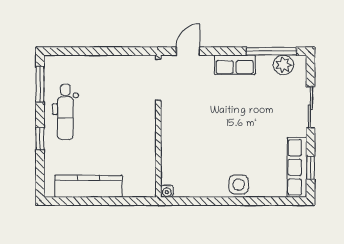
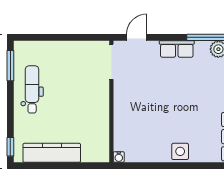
dental chair: (65, 112) -> (32, 89), turned 180
window: (40, 139) -> (10, 147), moved

